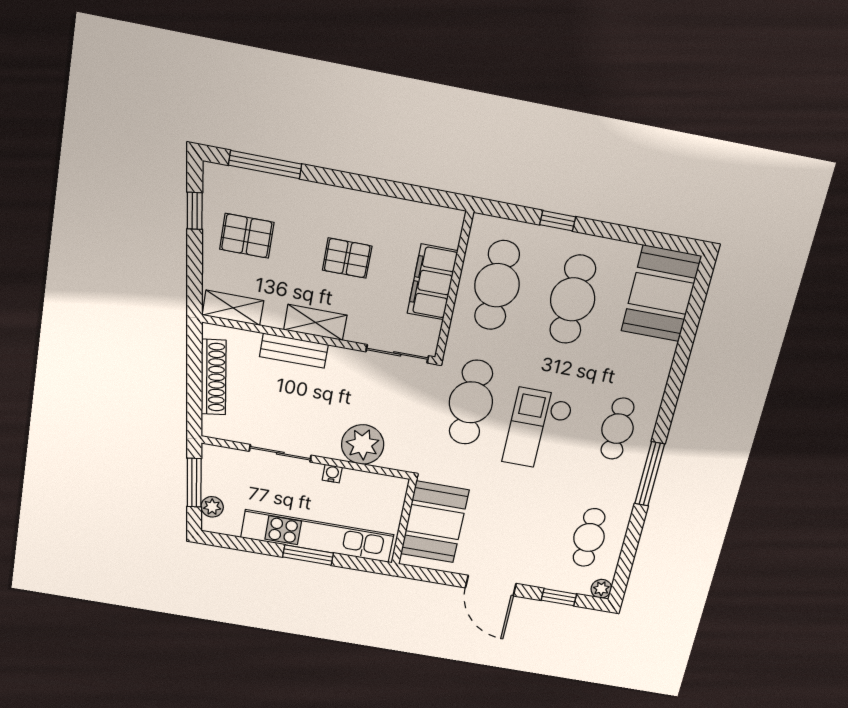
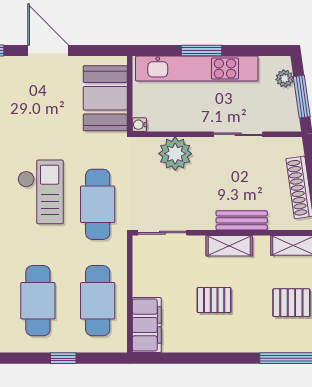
filing cabinet: (432, 282) -> (147, 325), moved
water cooler: (332, 474) -> (139, 125), moved, turned 90

